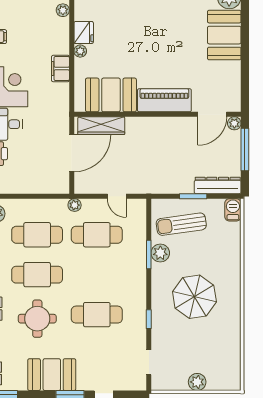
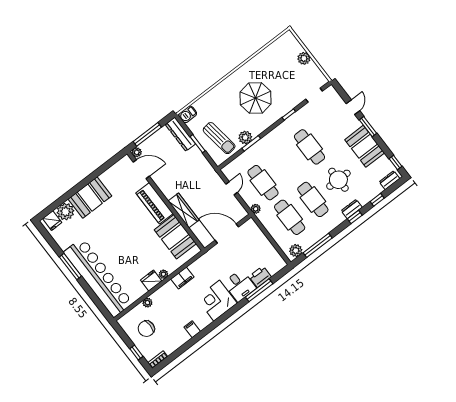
wardrobe: (101, 126) -> (184, 210), moved

